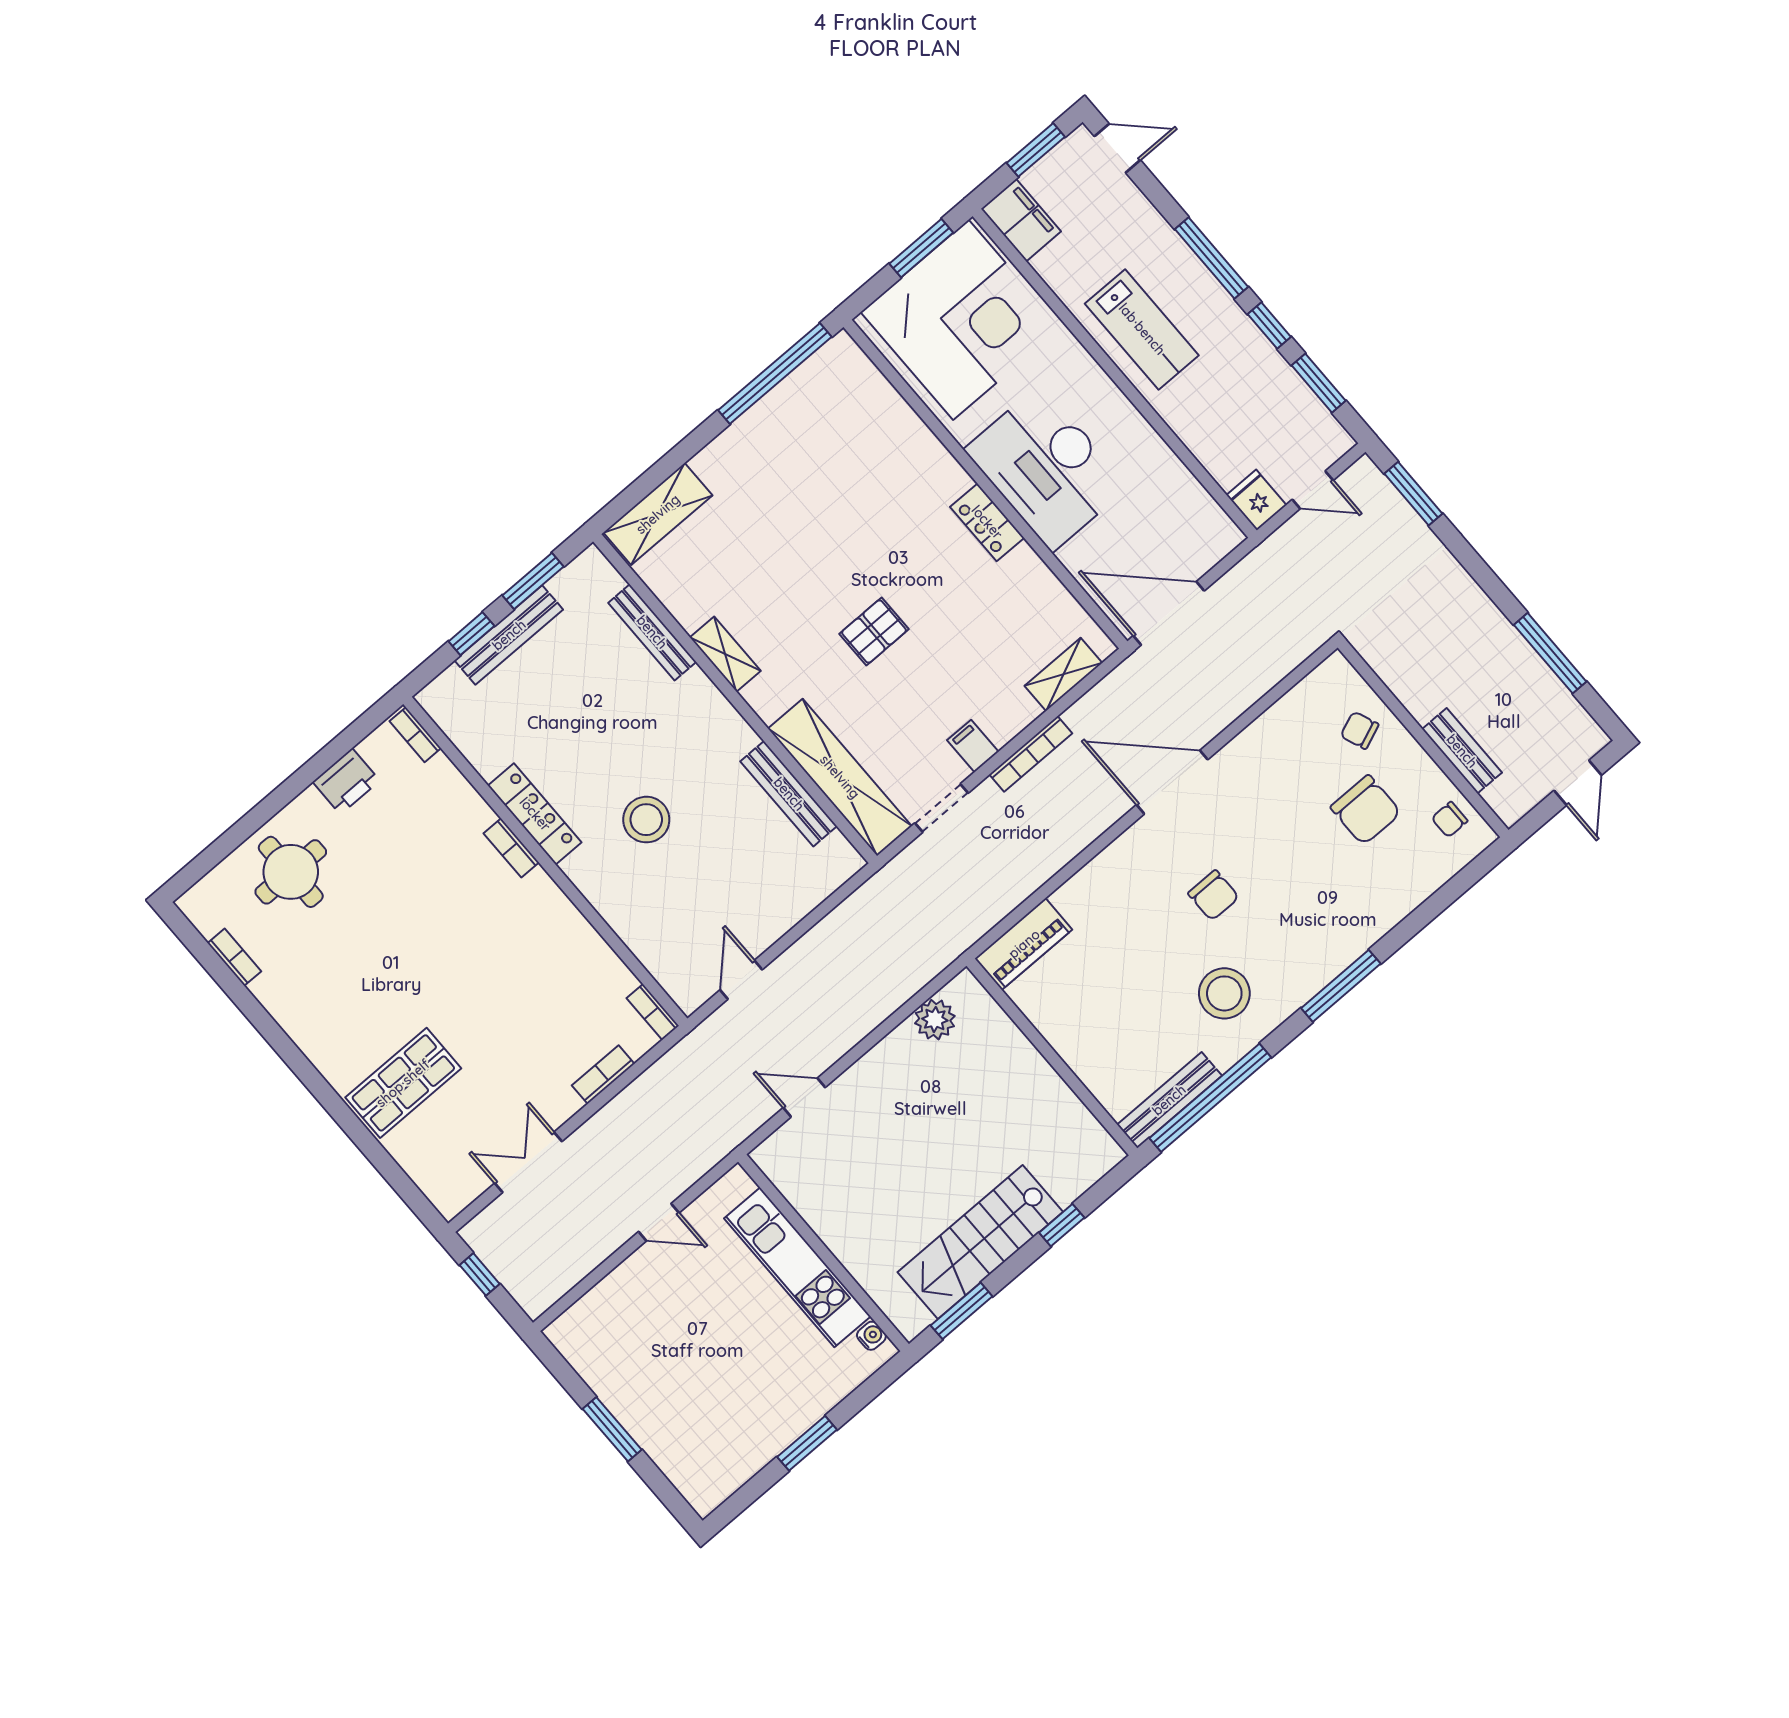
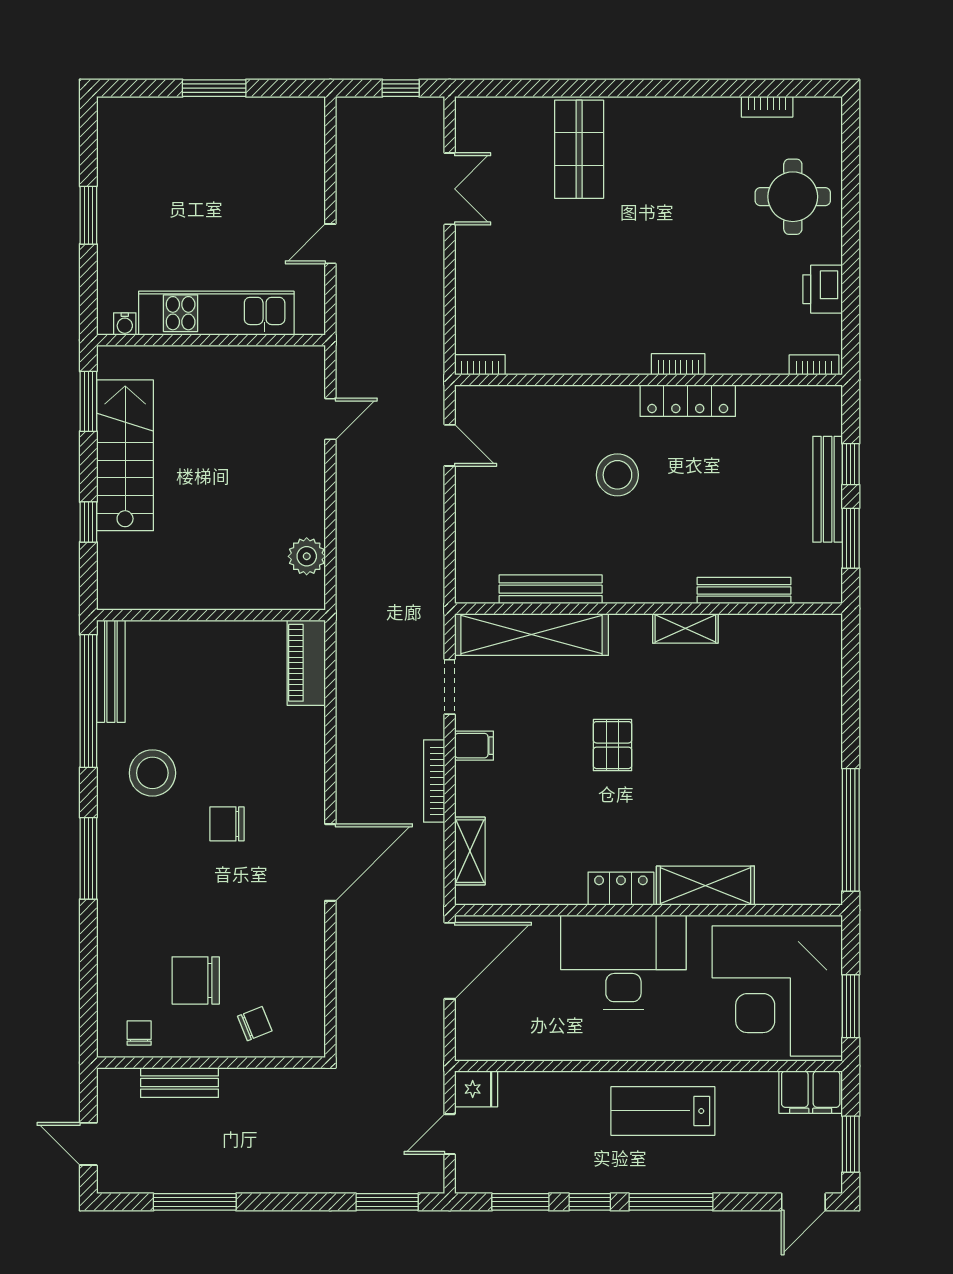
shelving: (658, 514) -> (705, 886), moved, turned 90
bookcase: (603, 1075) -> (466, 293), removed

